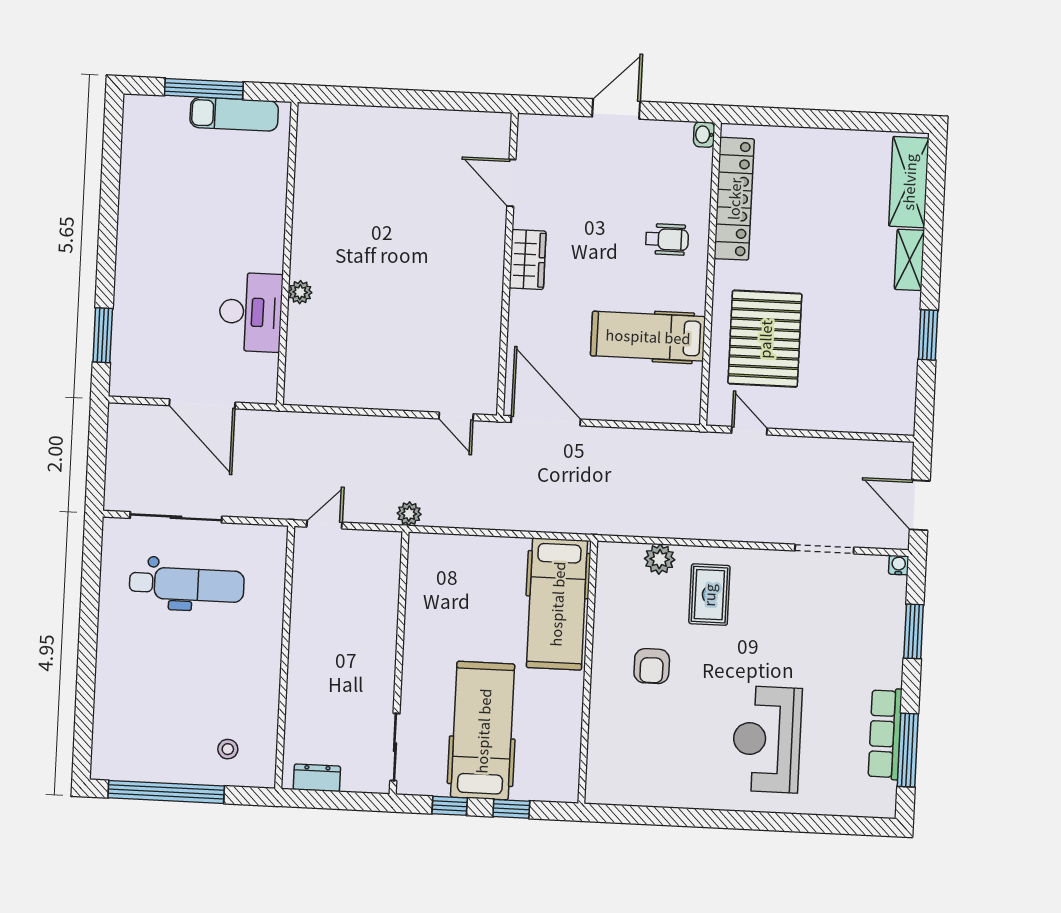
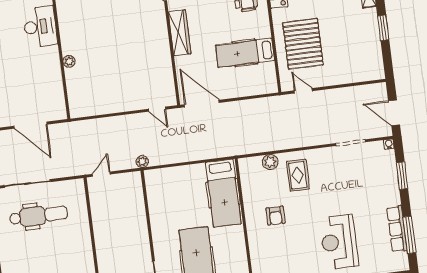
wardrobe: (528, 260) -> (180, 33), width x1.50
desk: (251, 312) -> (40, 27), moved

